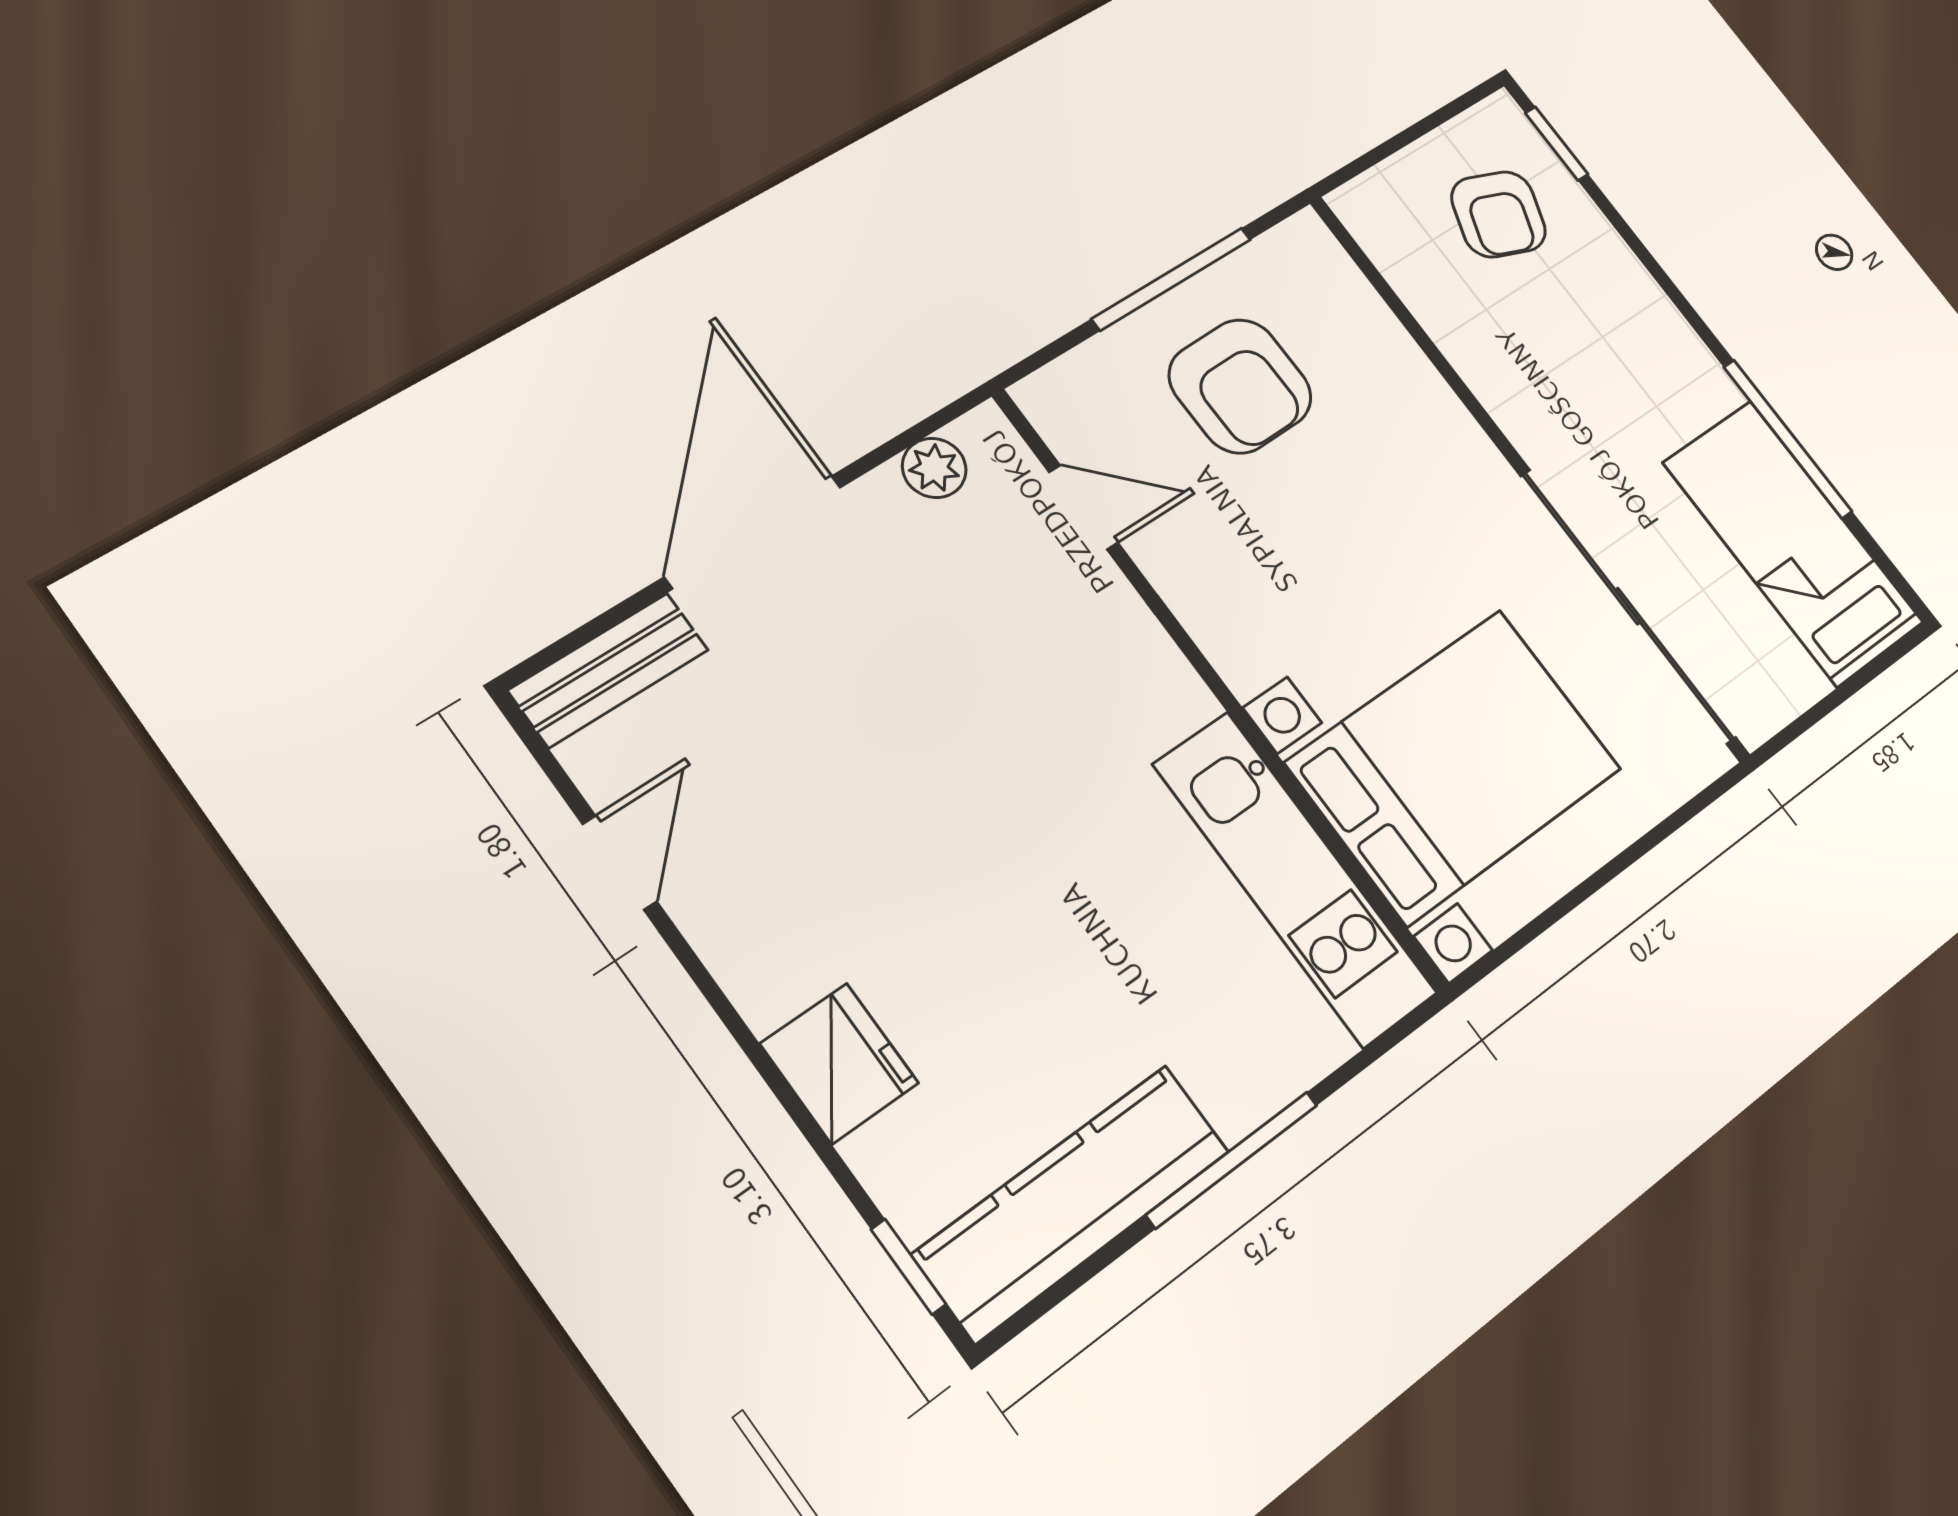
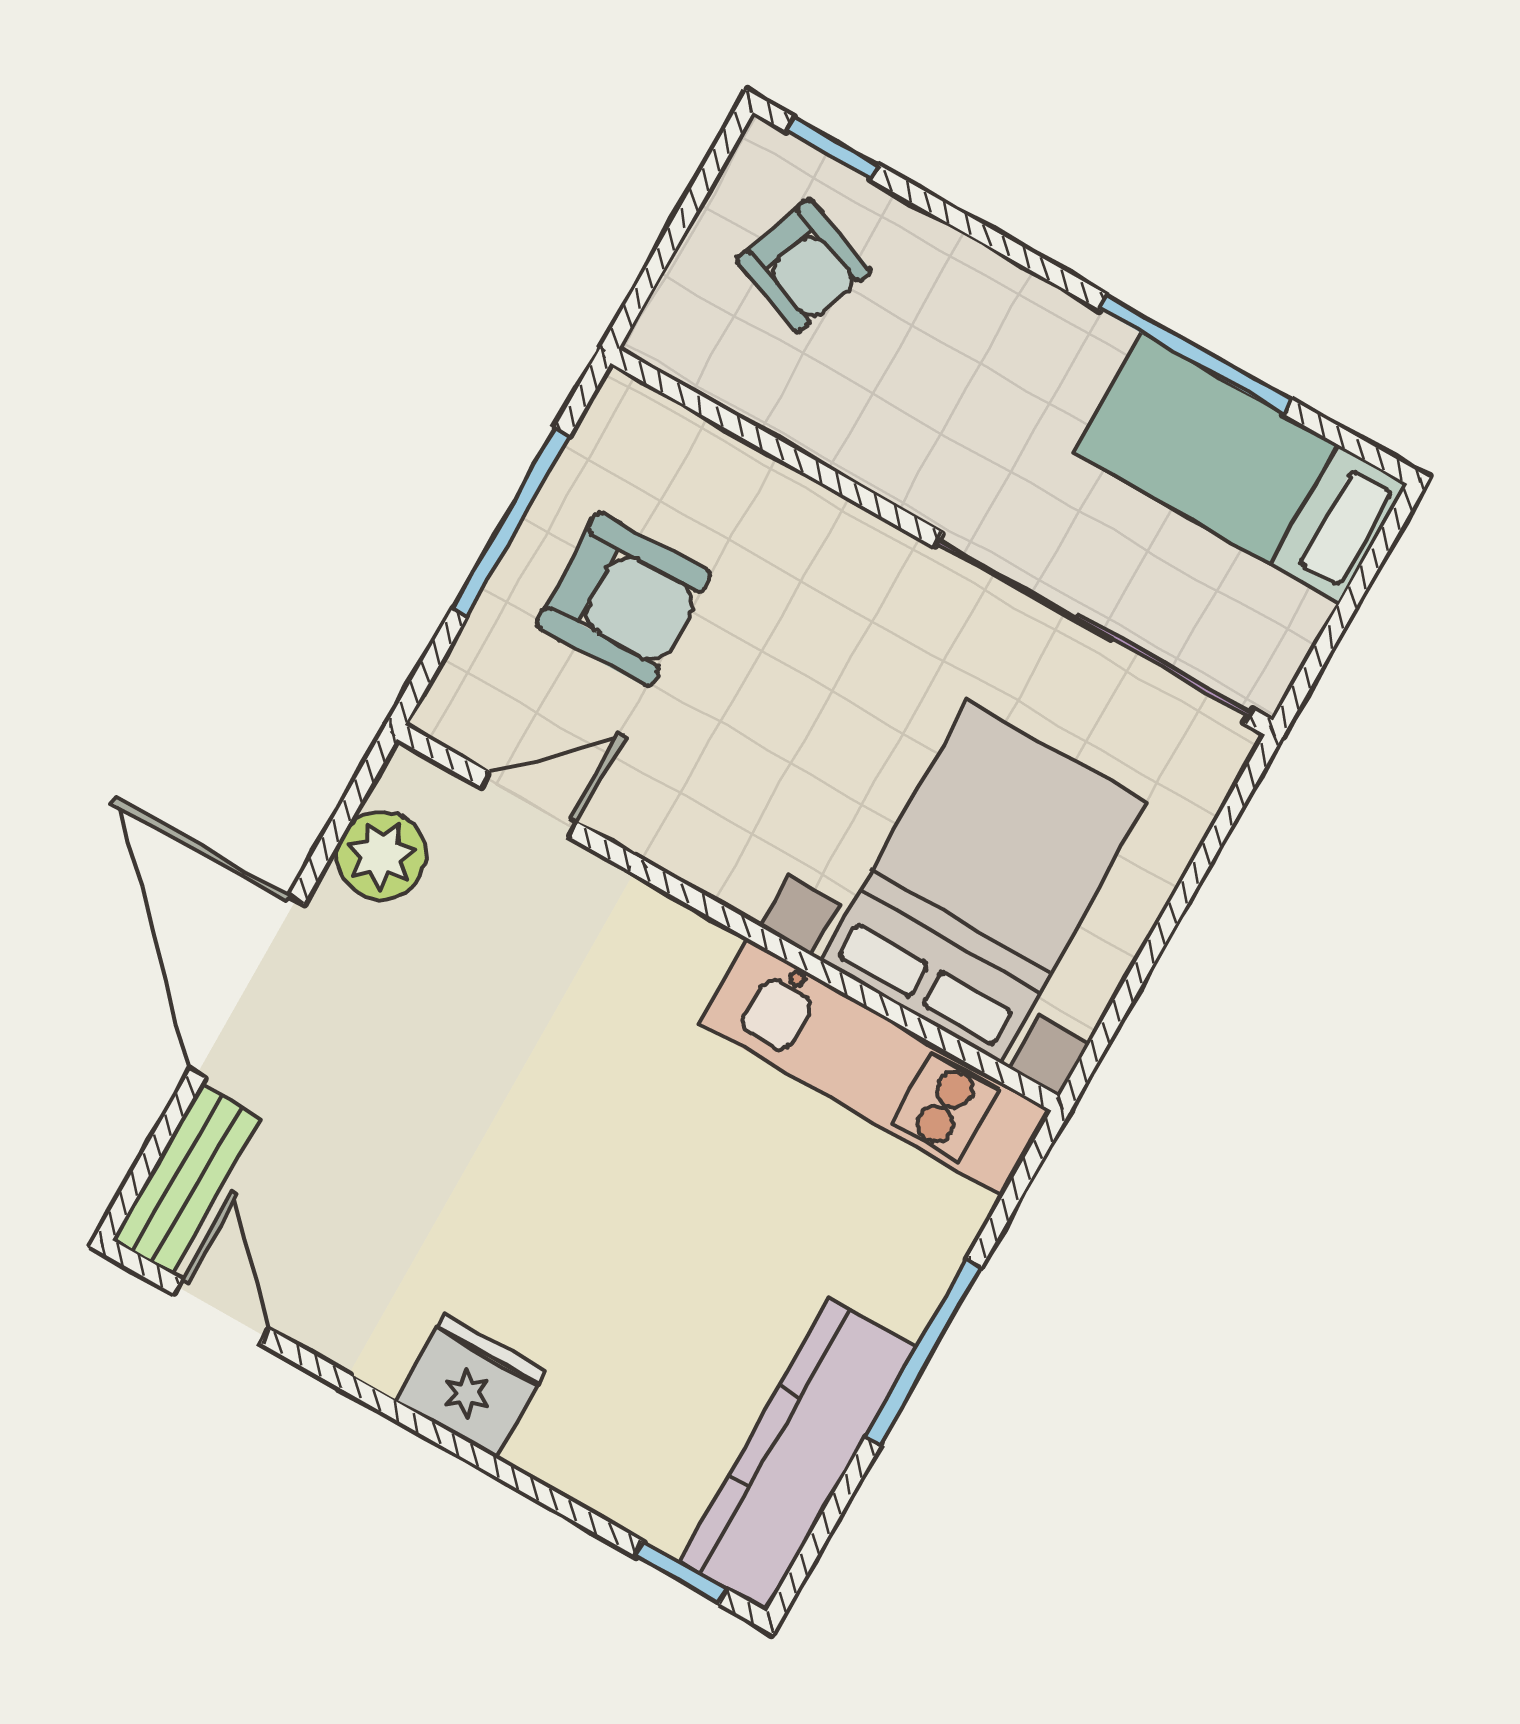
plant: (934, 468) -> (382, 855), width x1.38, depth x1.38
door: (620, 863) -> (221, 1311), moved
fridge: (839, 1063) -> (471, 1386), moved

